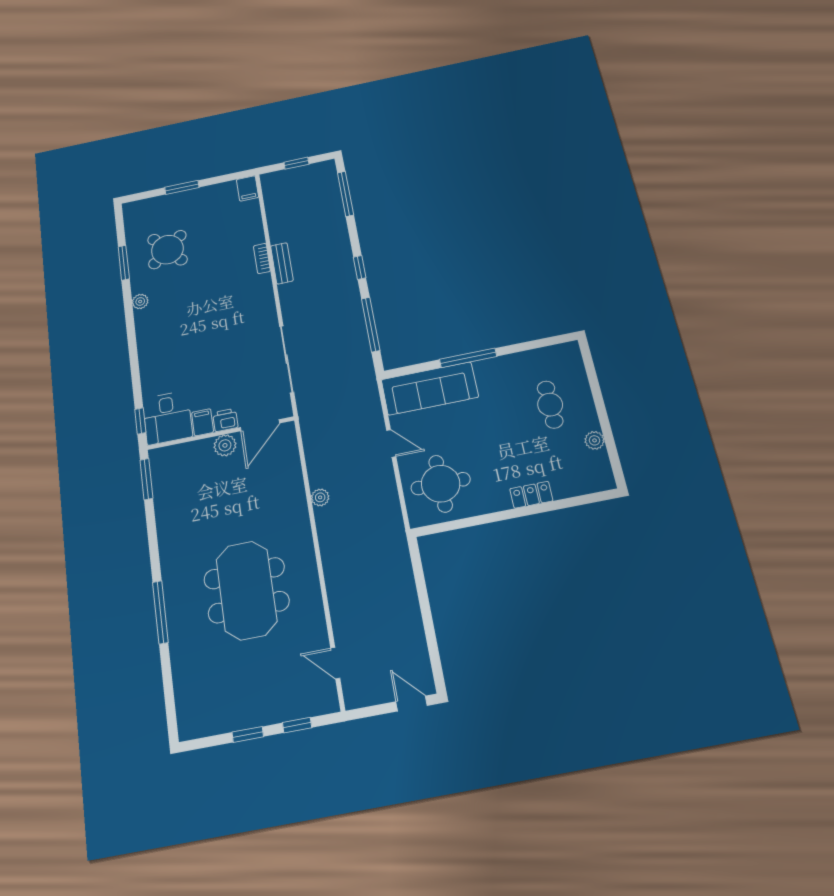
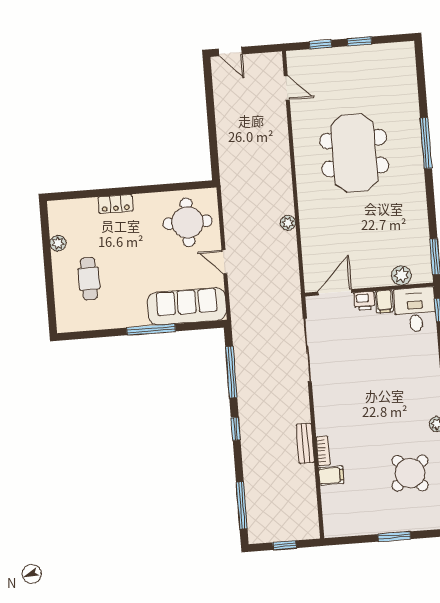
filing cabinet: (248, 188) -> (331, 475), moved, turned 90
plant: (225, 445) -> (401, 275), moved

